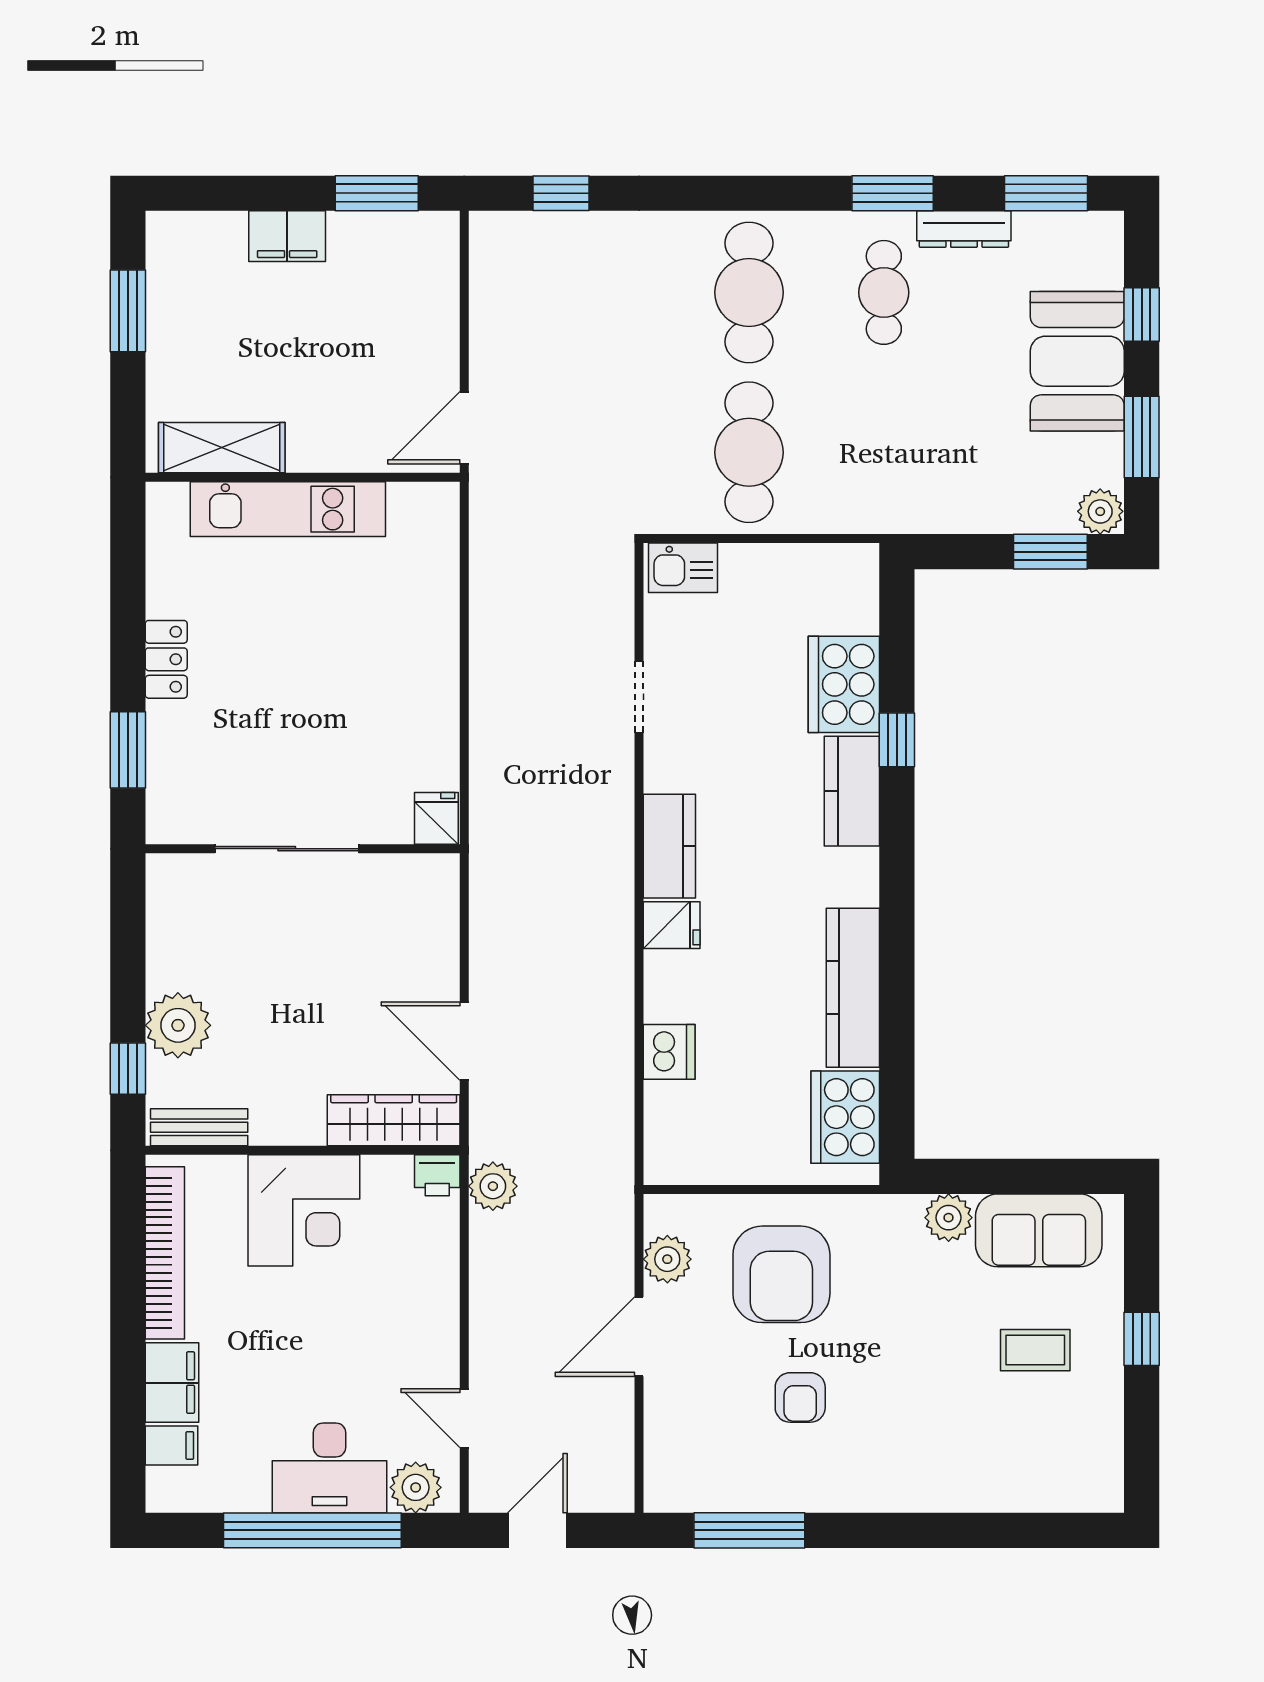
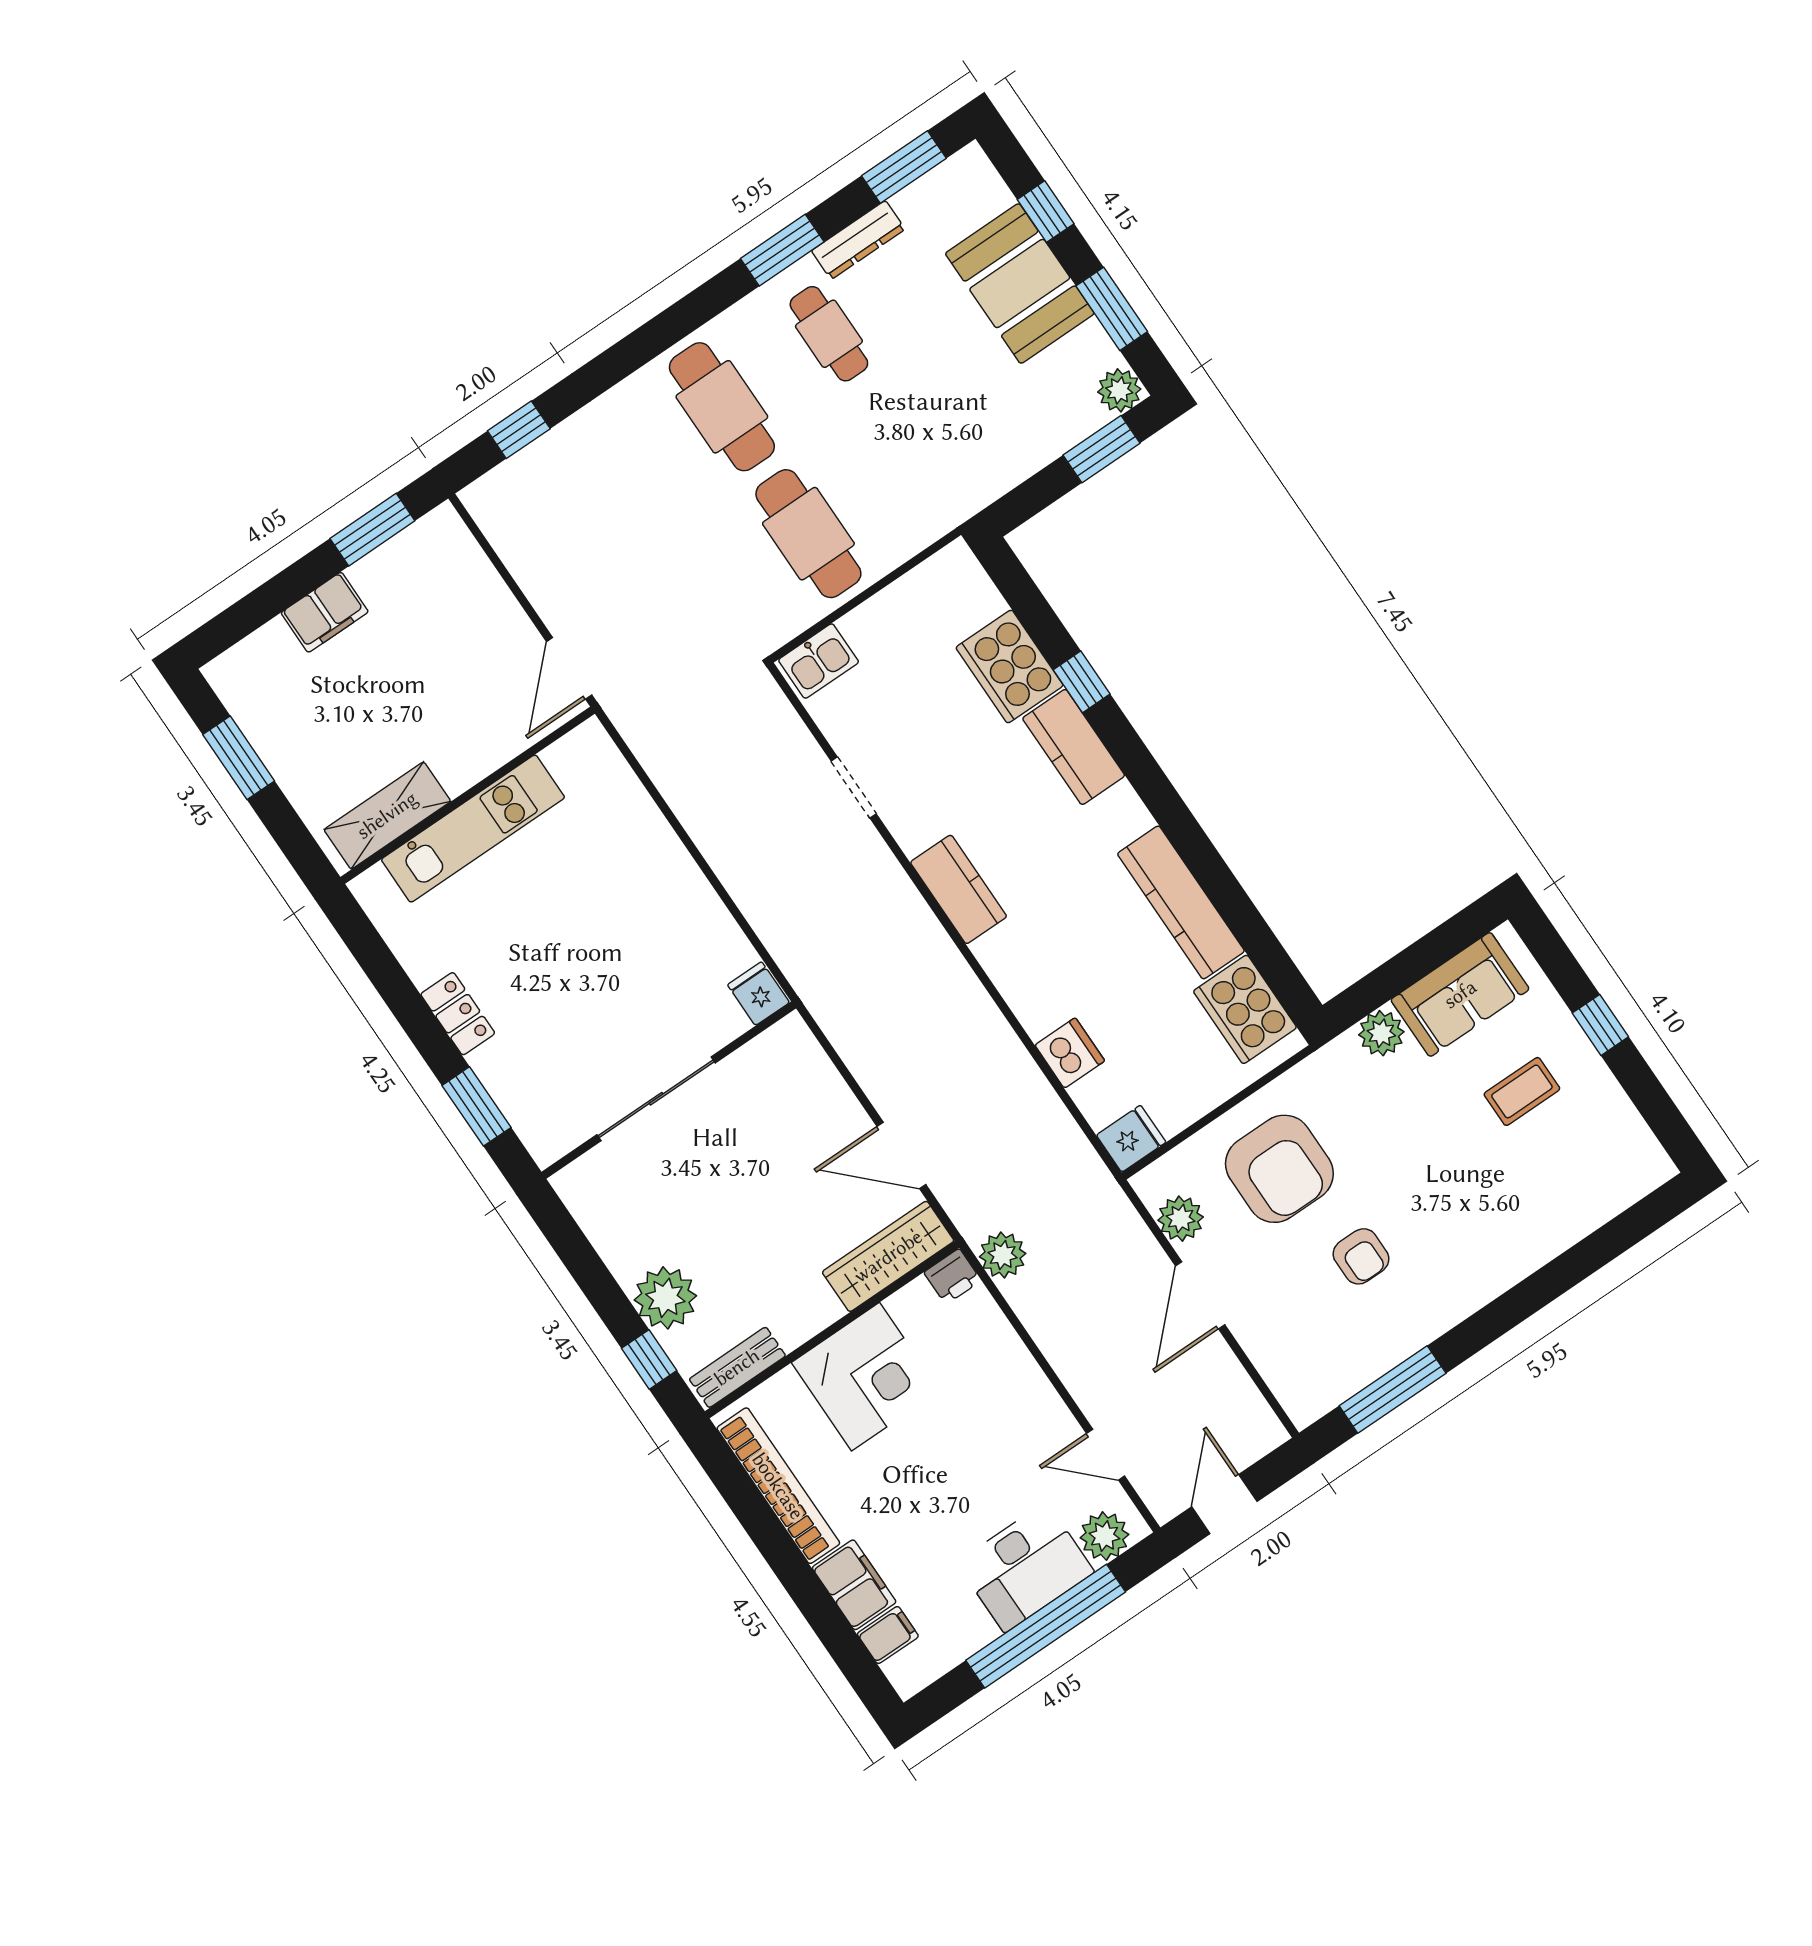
fridge: (672, 925) -> (1131, 1139), moved

